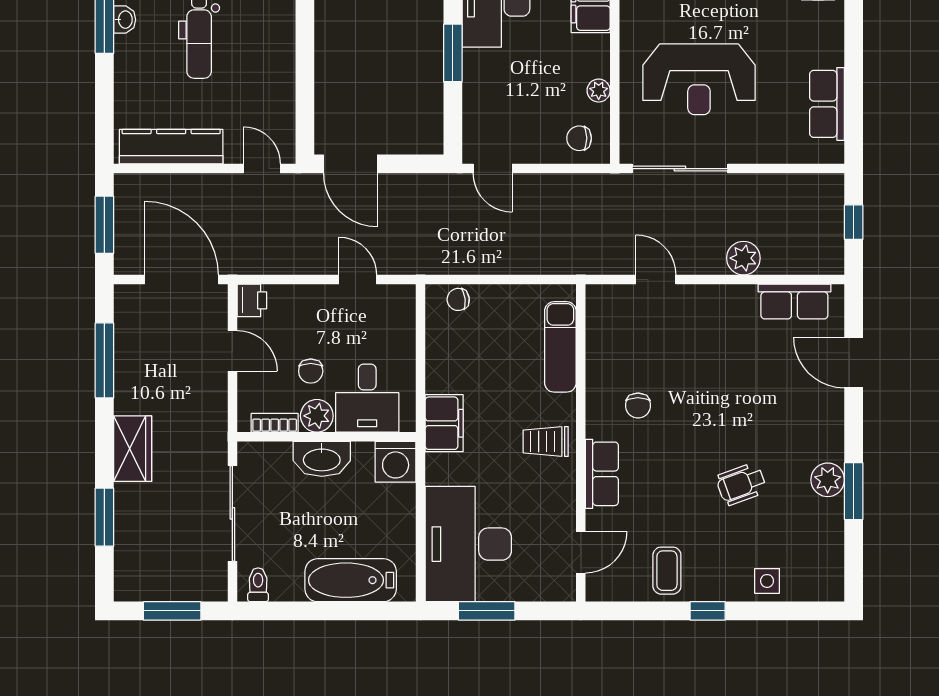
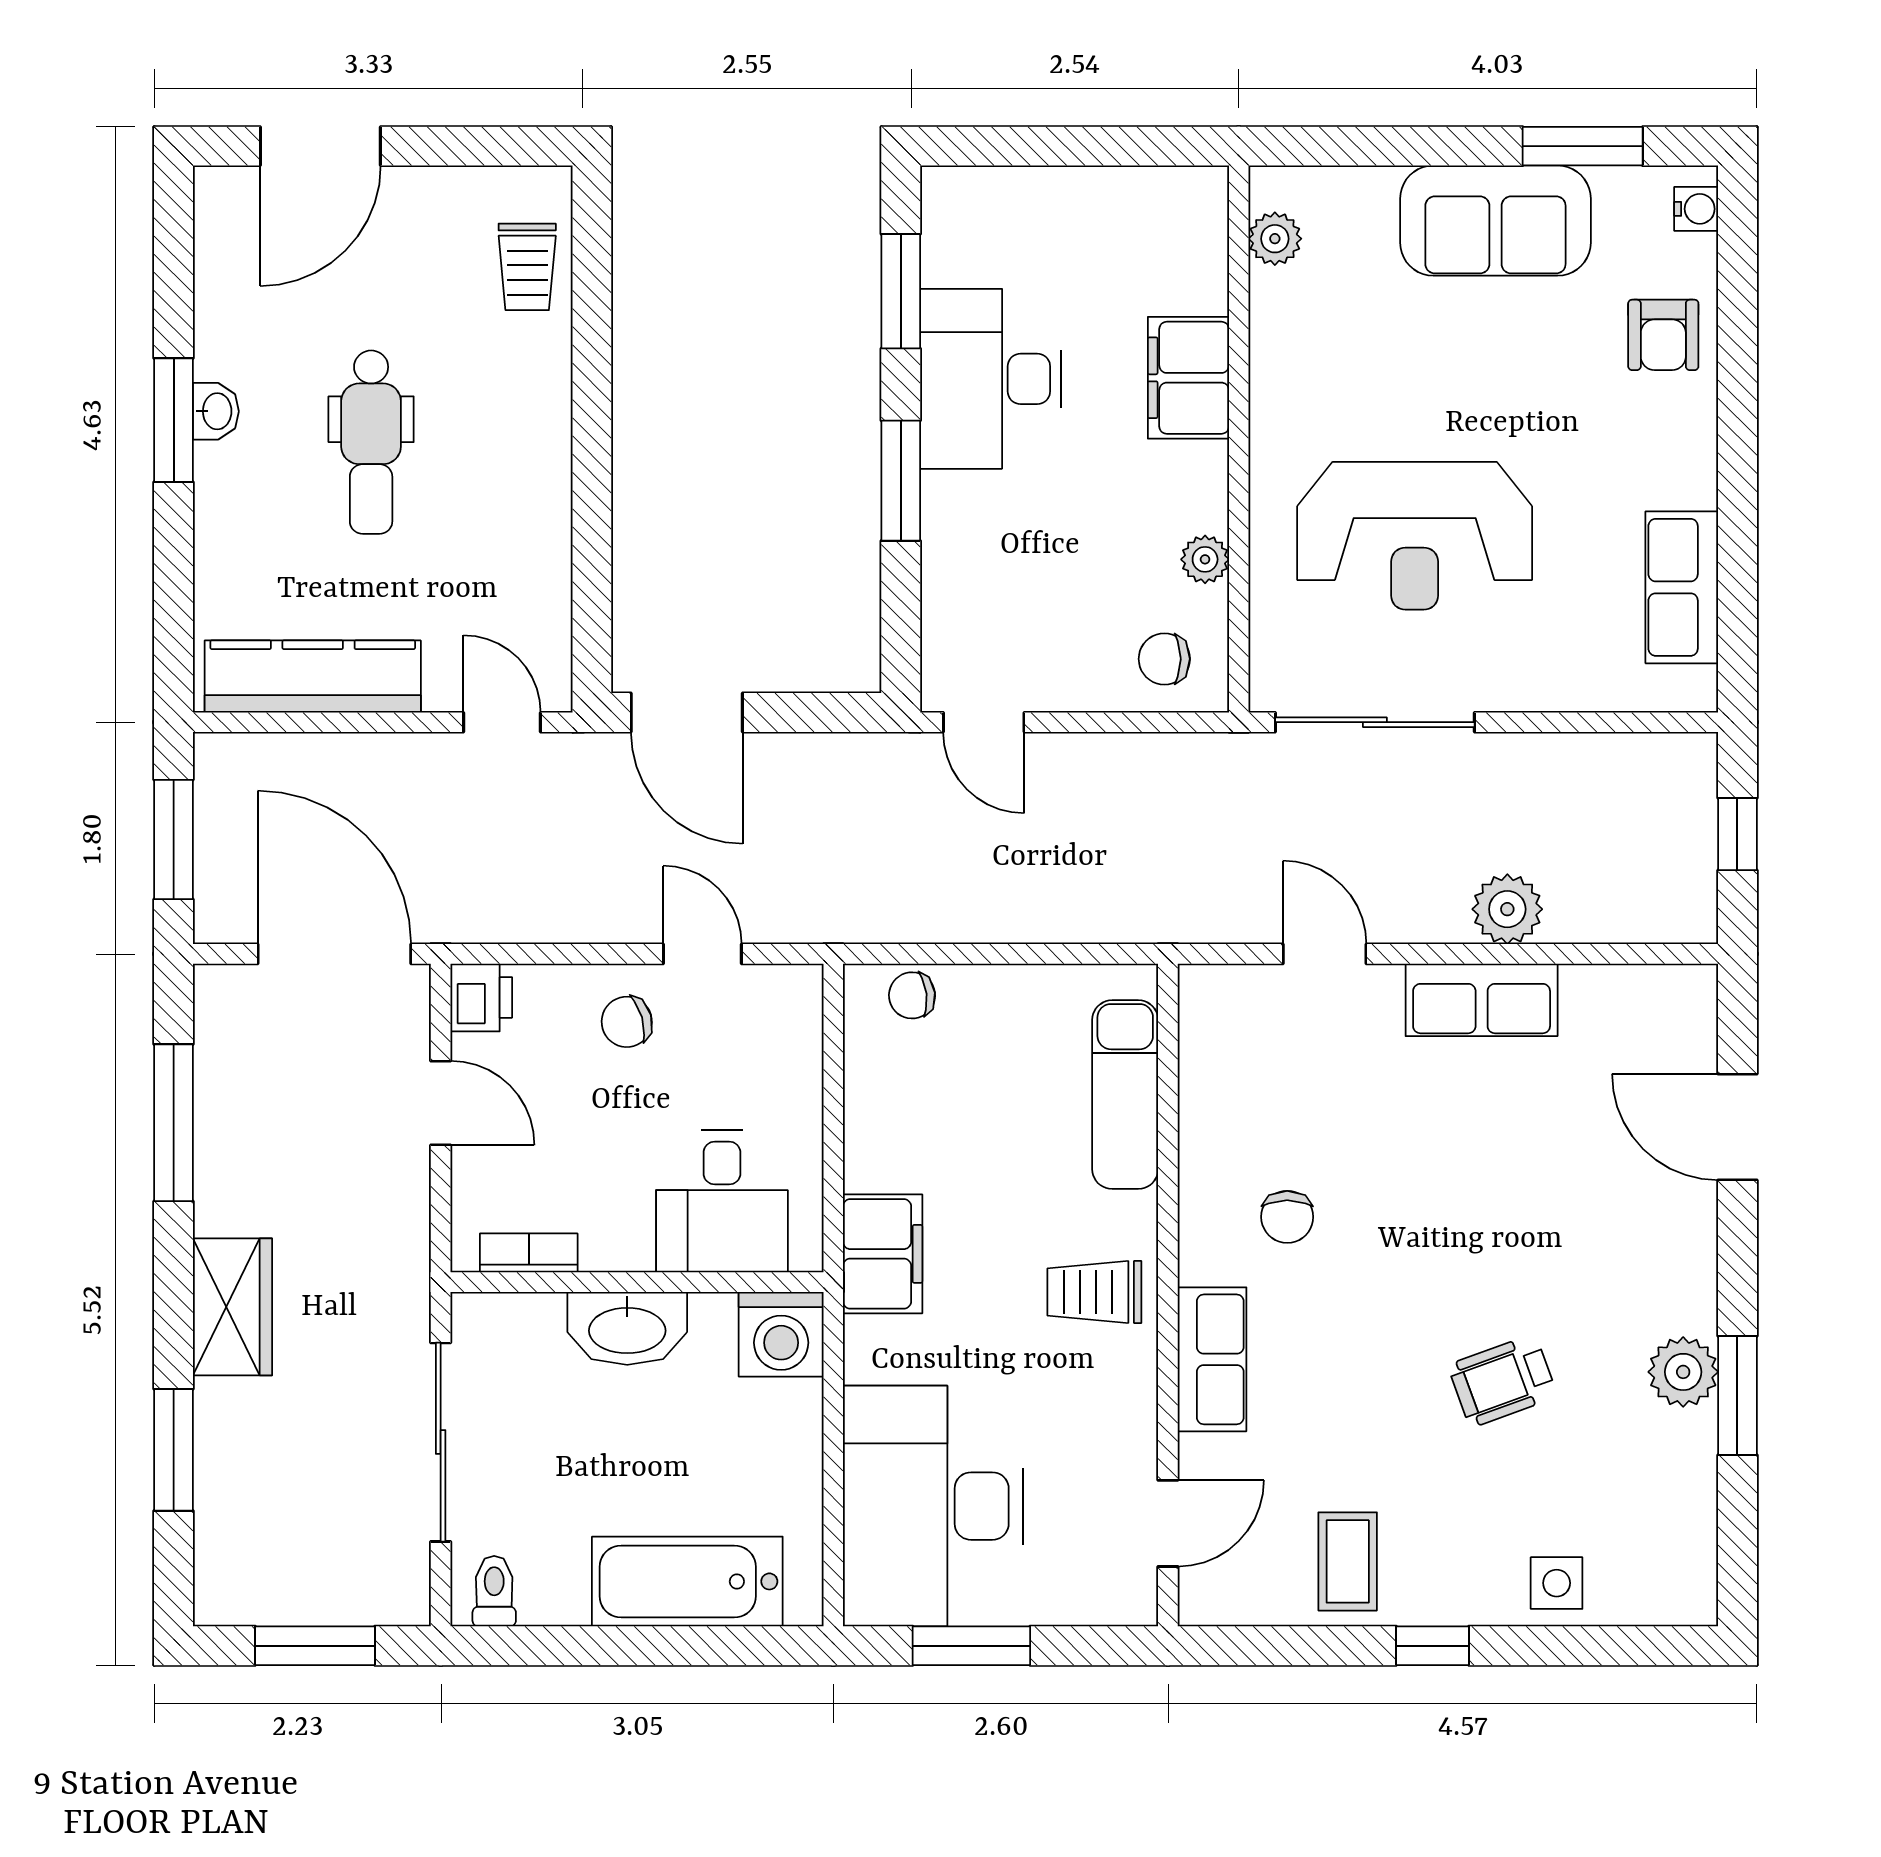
row of seats: (794, 302) -> (1482, 1000), moved
chair: (311, 371) -> (627, 1022), moved, turned 74
plant: (317, 416) -> (617, 1238), removed

